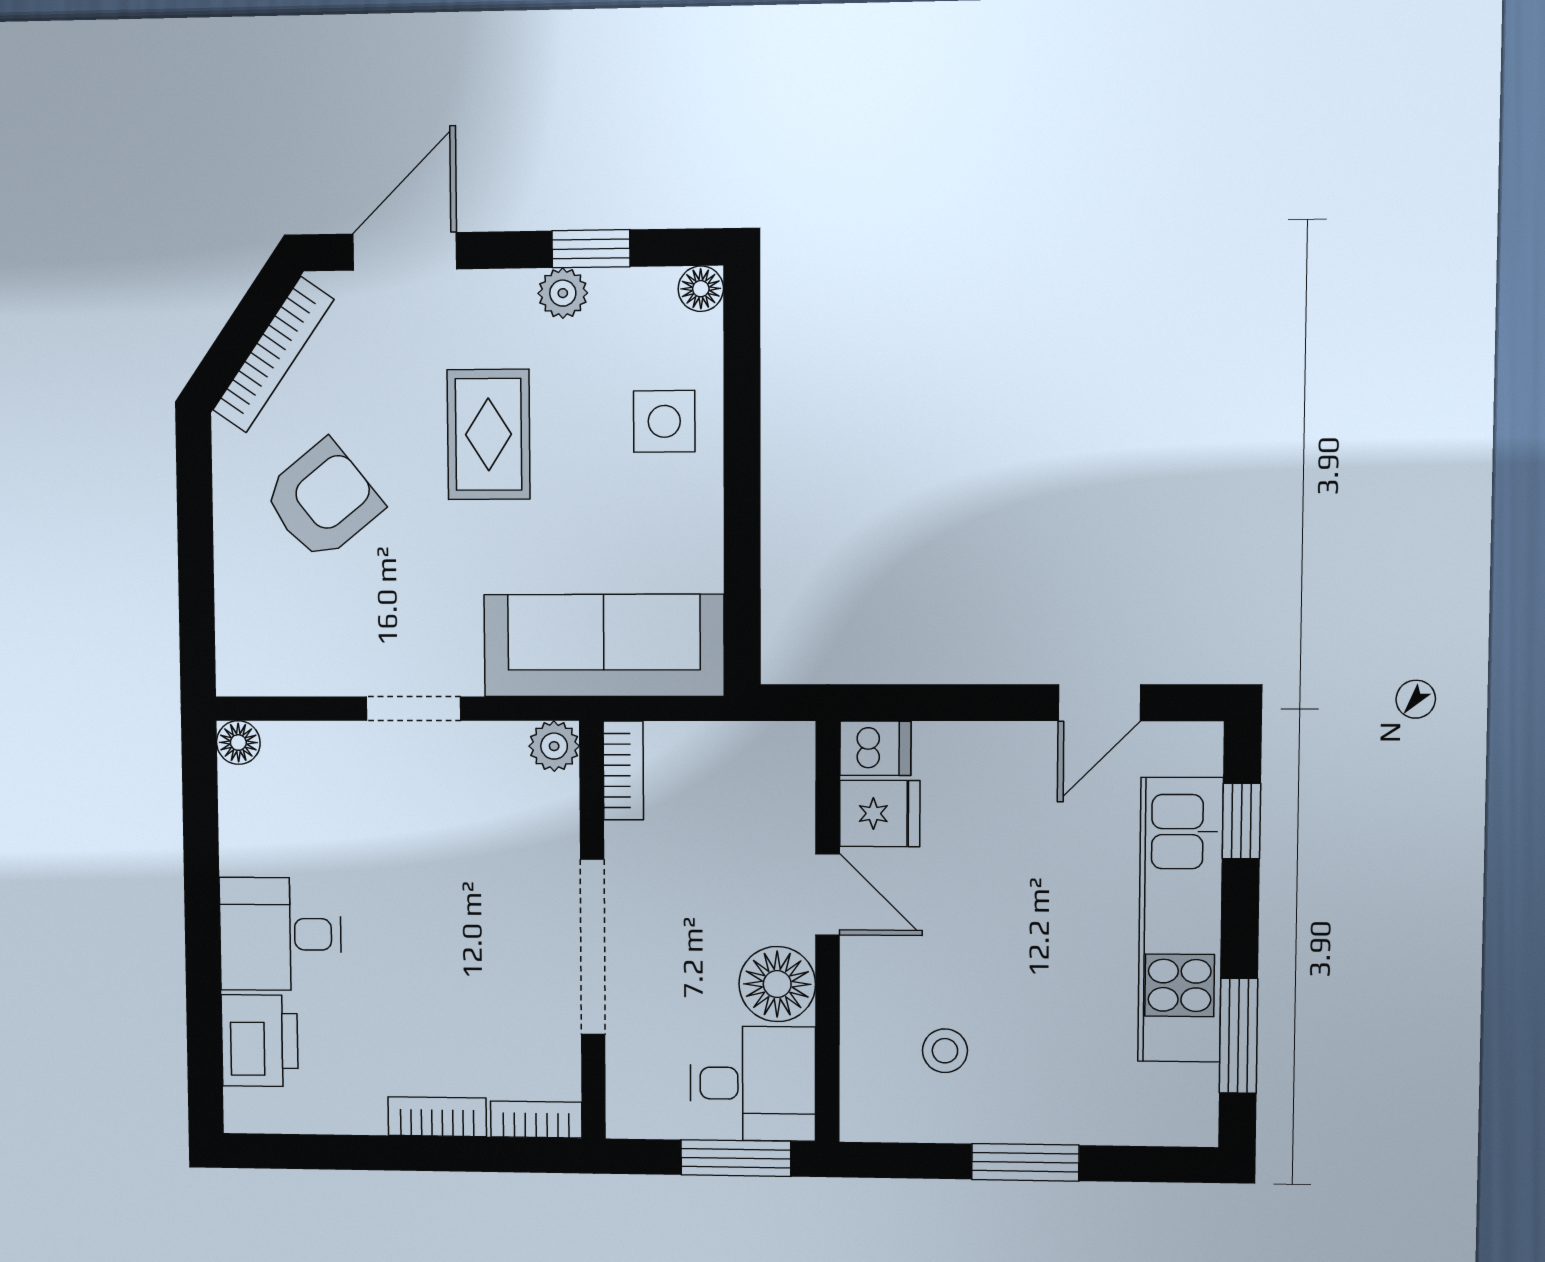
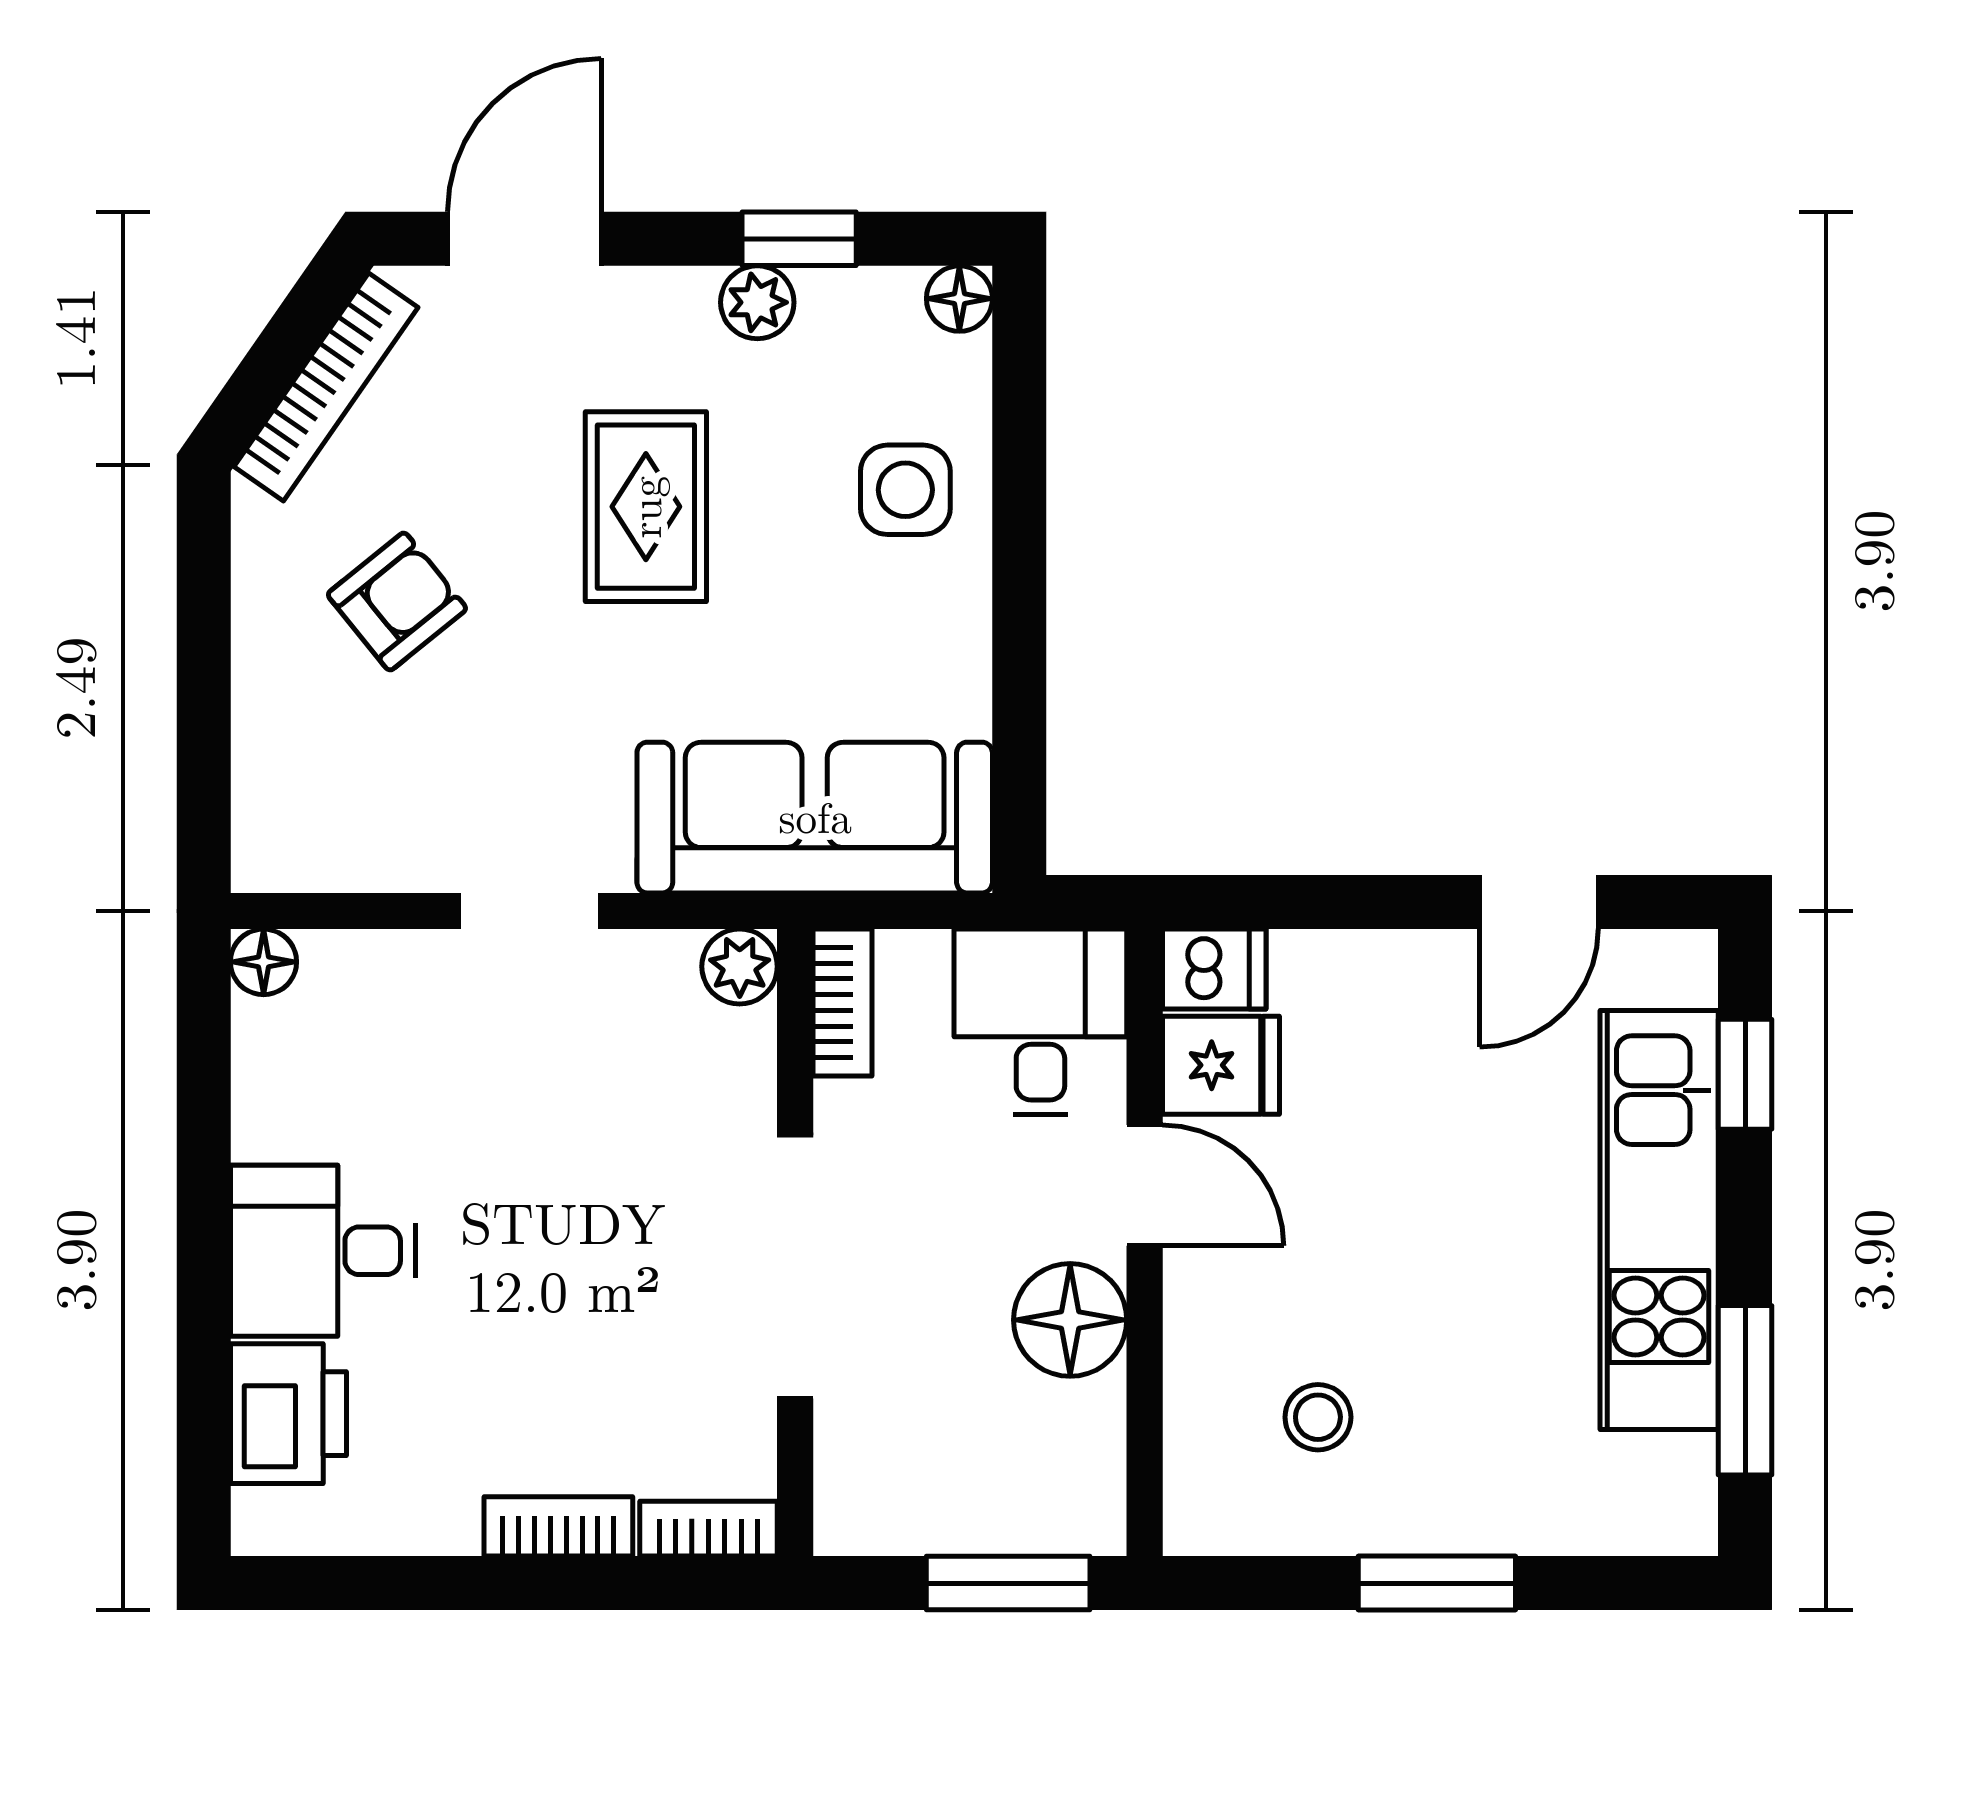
armchair: (323, 500) -> (397, 602), width x0.72, depth x0.72
desk: (753, 1084) -> (1040, 1022), moved, turned -90

